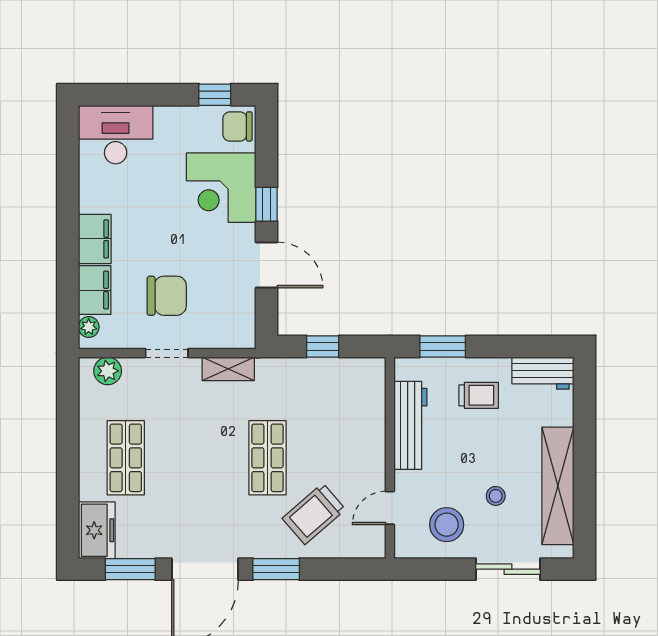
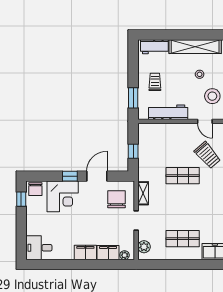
desk: (116, 135) -> (39, 248), width x0.73
chair: (167, 296) -> (116, 199), moved
workbench: (543, 373) -> (154, 47), moved, turned 90

